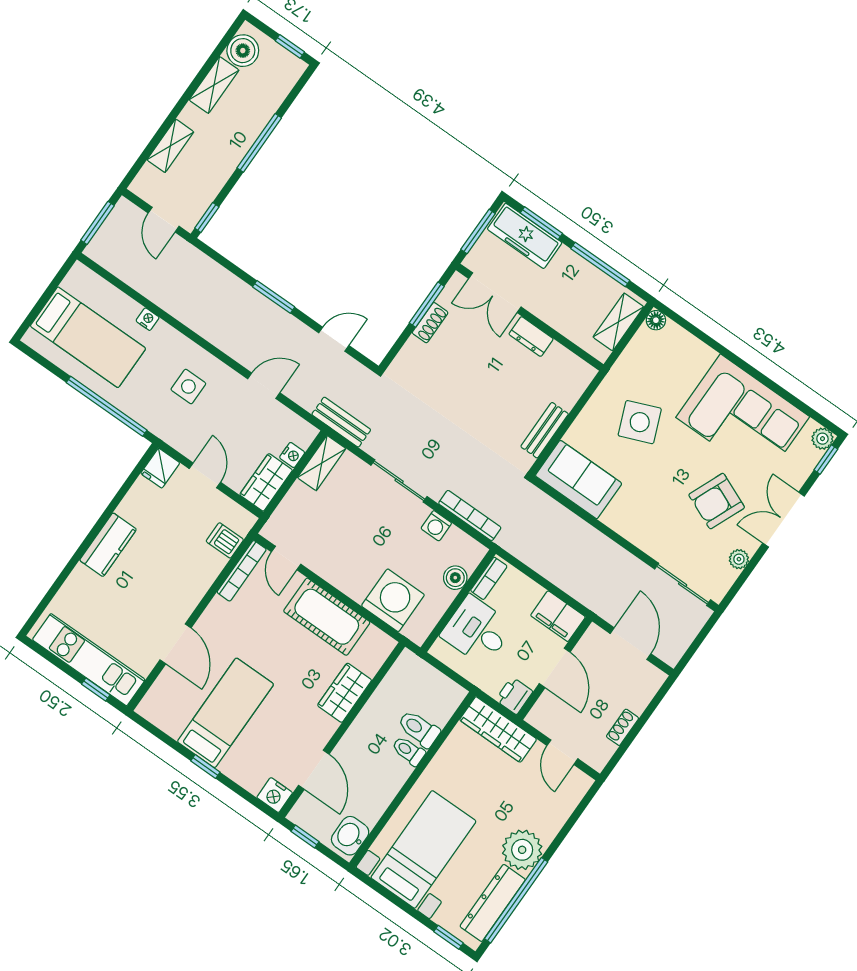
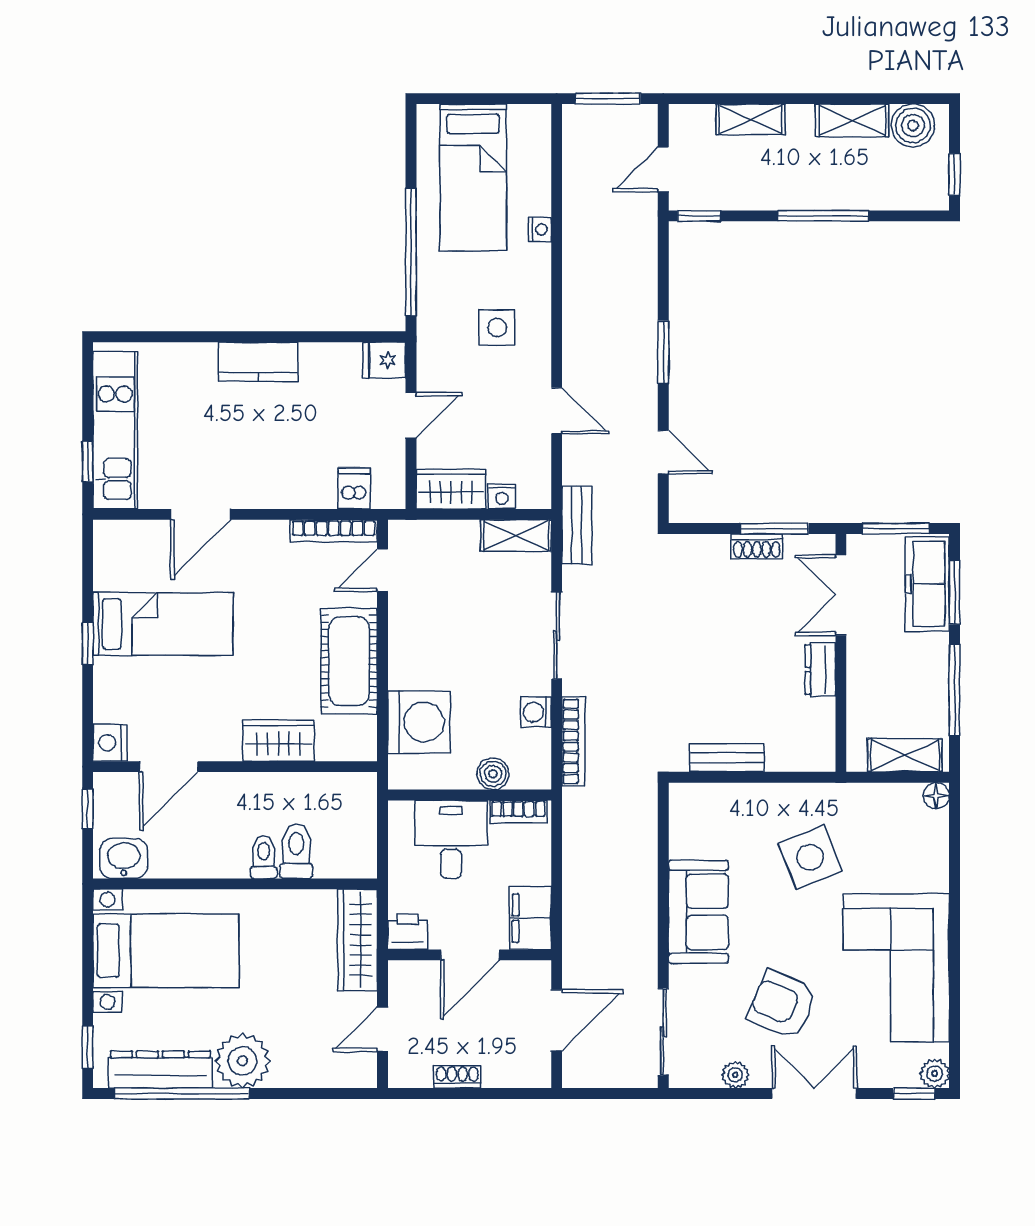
sofa: (579, 480) -> (698, 912), moved

